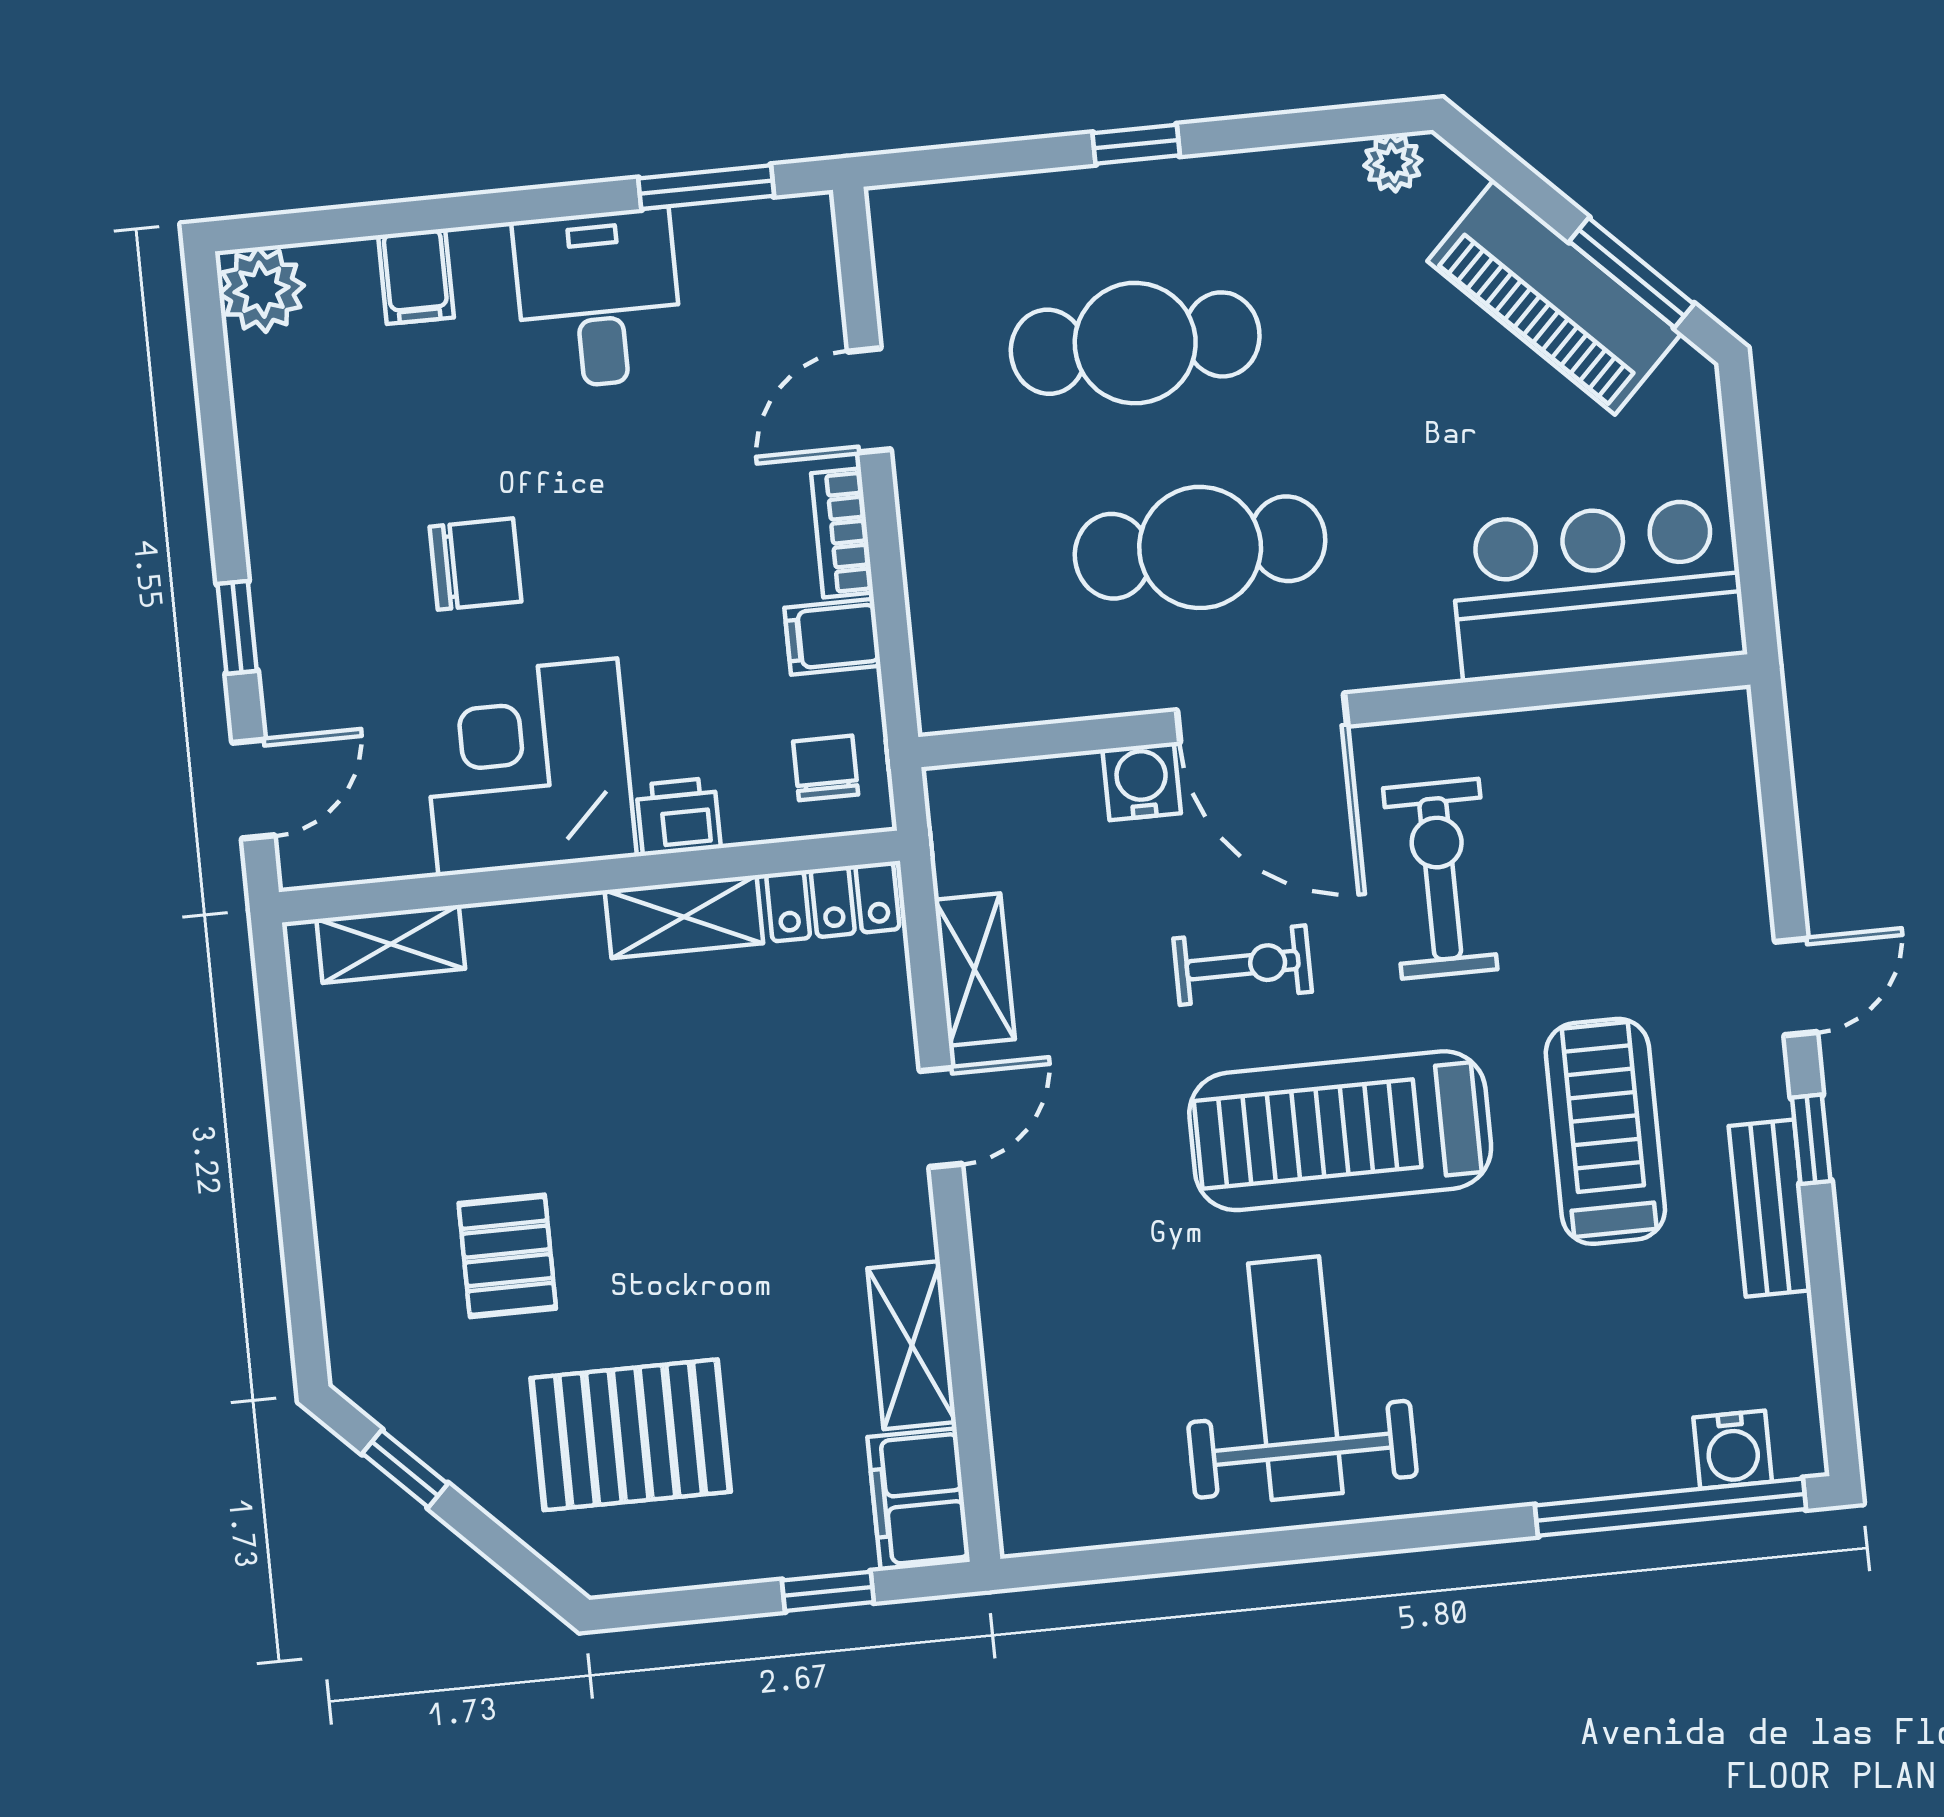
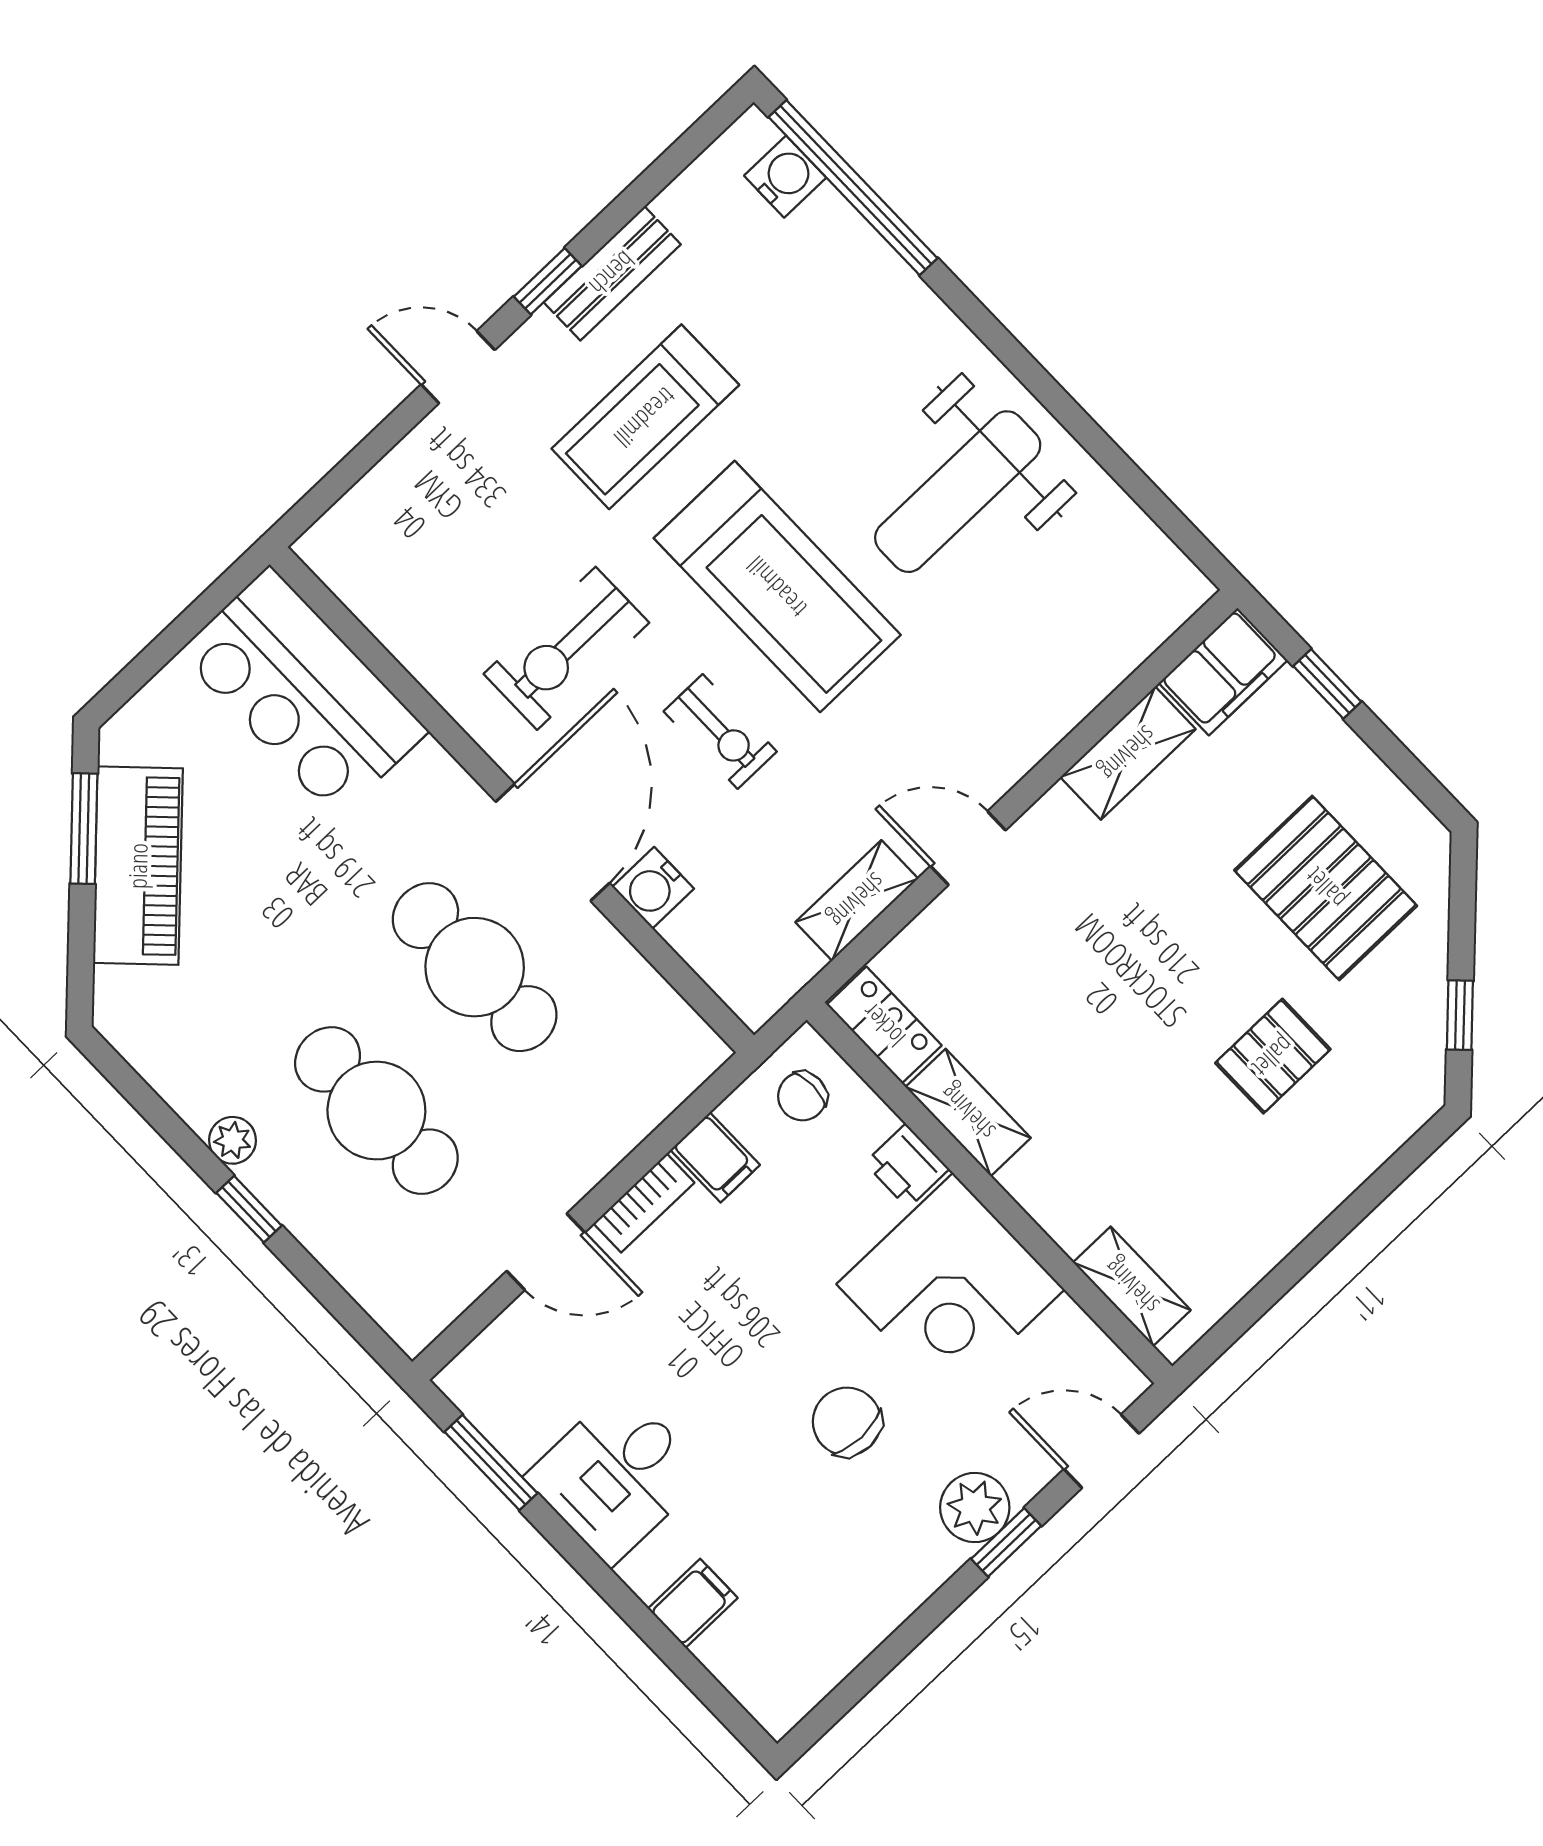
plant: (1393, 163) -> (233, 1140), moved
plant: (262, 290) -> (975, 1508), moved
exercise bike: (1243, 965) -> (720, 731), turned 180

